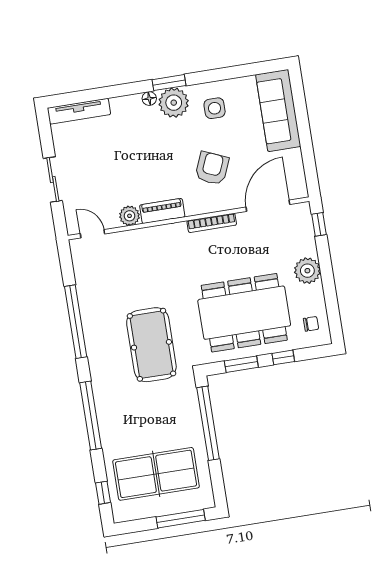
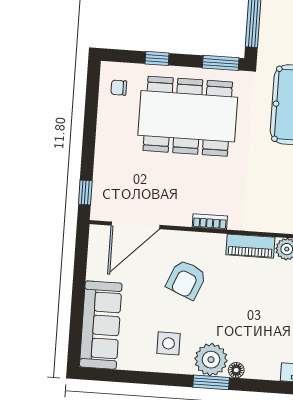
bookcase: (212, 223) -> (210, 222), width x0.64
plant: (307, 271) -> (109, 146), removed
window: (241, 364) -> (221, 63), moved

